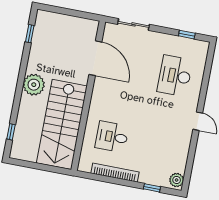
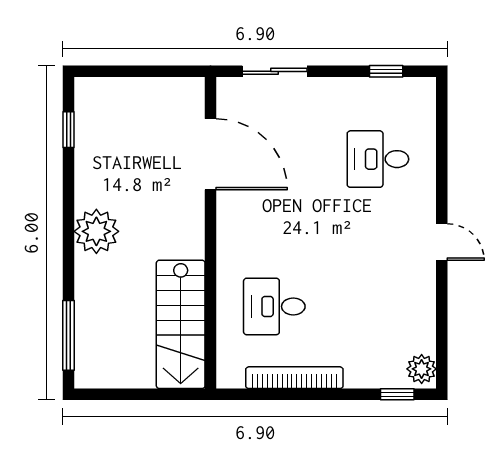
desk: (175, 76) -> (378, 159), width x0.73
stairs: (62, 124) -> (181, 324), width x0.73, depth x0.66
window: (11, 132) -> (69, 335), width x2.17
window: (152, 188) -> (397, 394), moved

